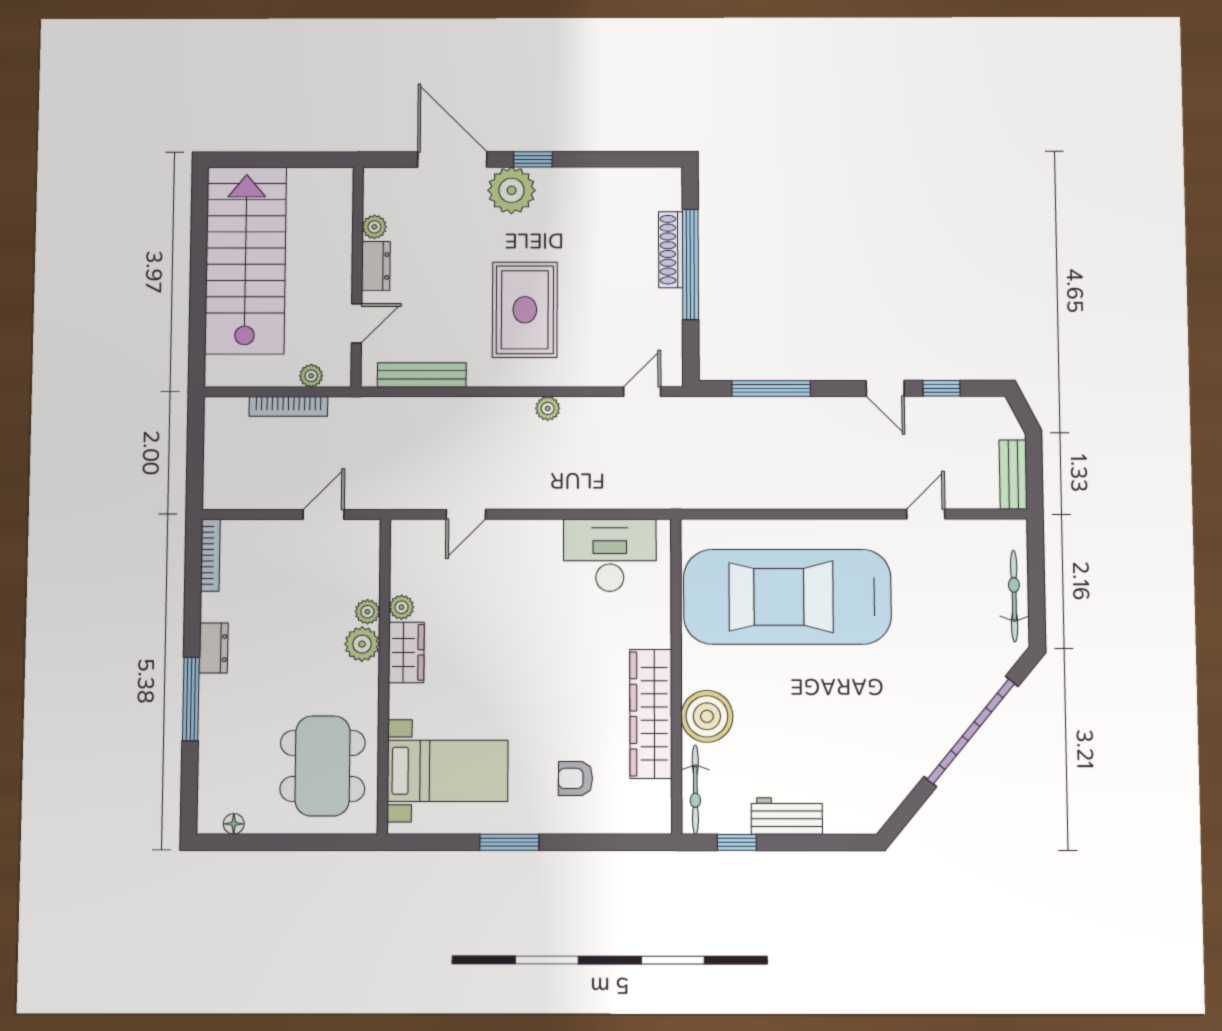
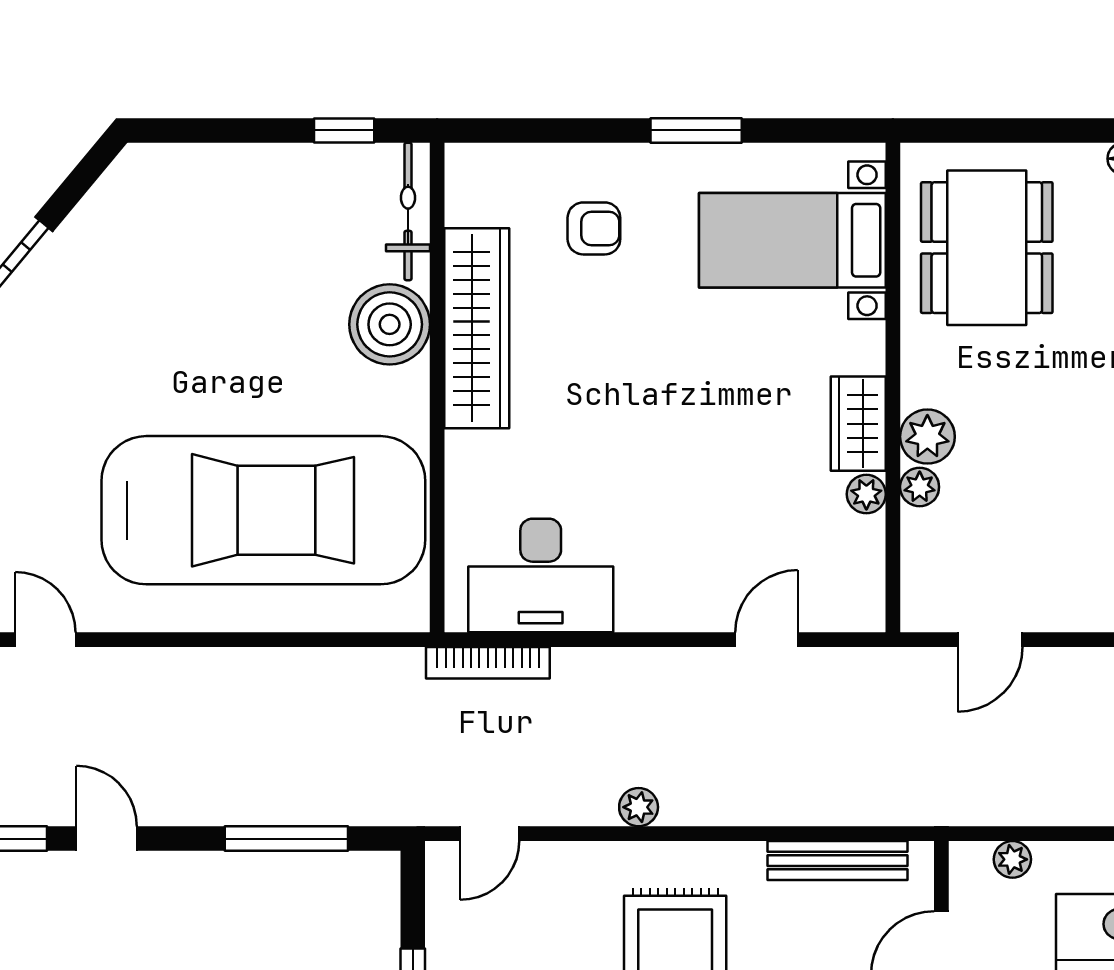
bookcase: (288, 406) -> (488, 663), moved, turned 180
door: (926, 514) -> (45, 640), swing flipped
workbench: (787, 816) -> (267, 171), removed

